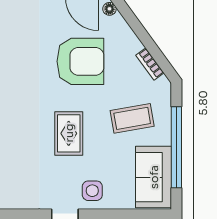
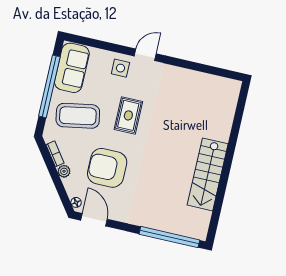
plant: (134, 45) -> (64, 171), added
coffee table: (132, 118) -> (78, 116), width x1.36, depth x1.32

